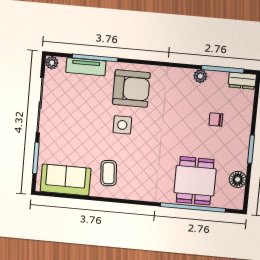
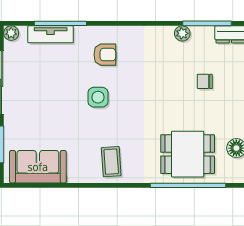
armchair: (131, 89) -> (105, 55), width x0.53, depth x0.53
coffee table: (109, 173) -> (111, 162), moved
dining table: (195, 181) -> (188, 154), turned 90

